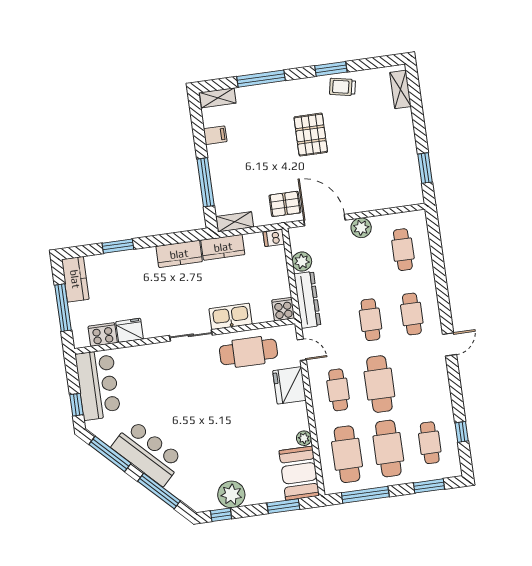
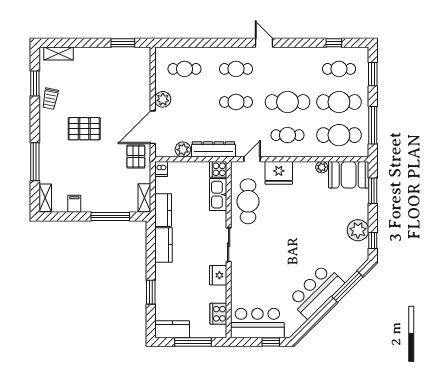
window: (331, 69) -> (35, 84), moved
kitchen sink: (231, 316) -> (218, 195), moved
fridge: (130, 330) -> (218, 275), moved
window: (110, 454) -> (313, 321), removed

